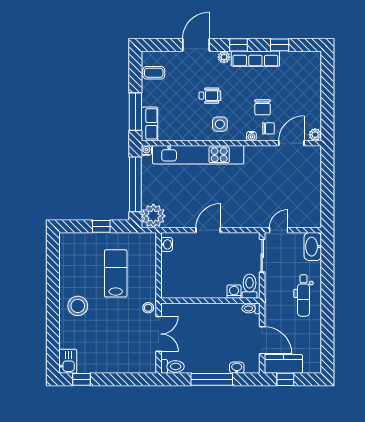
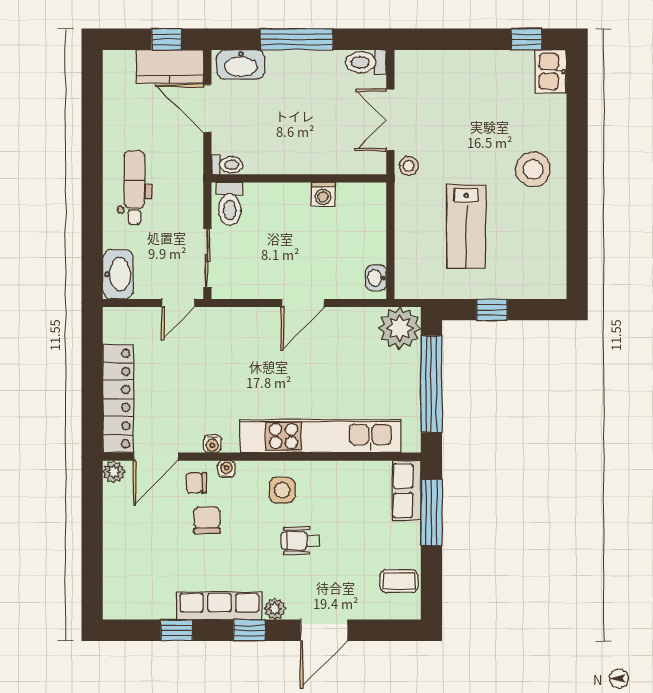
water cooler: (146, 150) -> (212, 444), moved
locker: (313, 176) -> (118, 399), added
washing machine: (234, 292) -> (323, 194), moved
washbasin: (237, 368) -> (241, 65), width x1.91, depth x1.45

